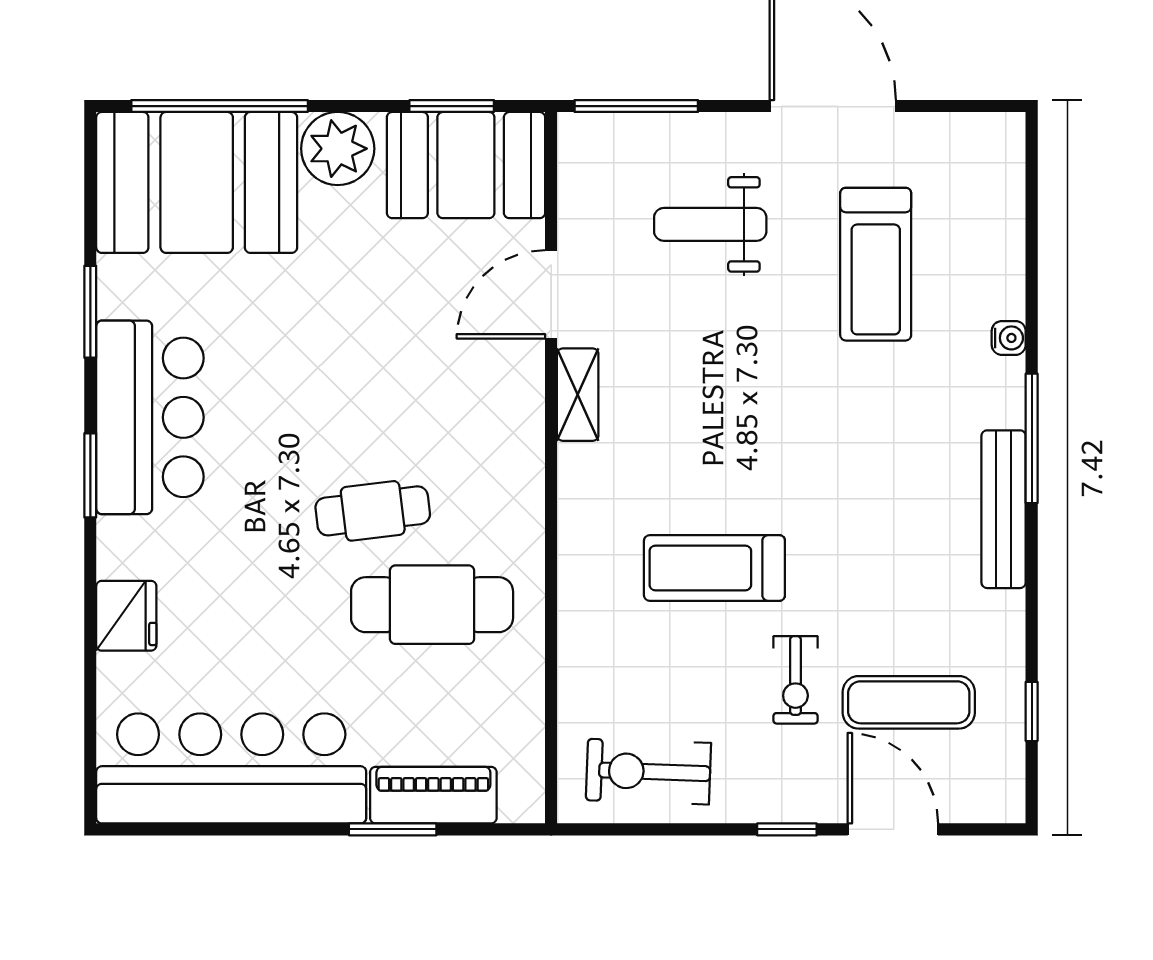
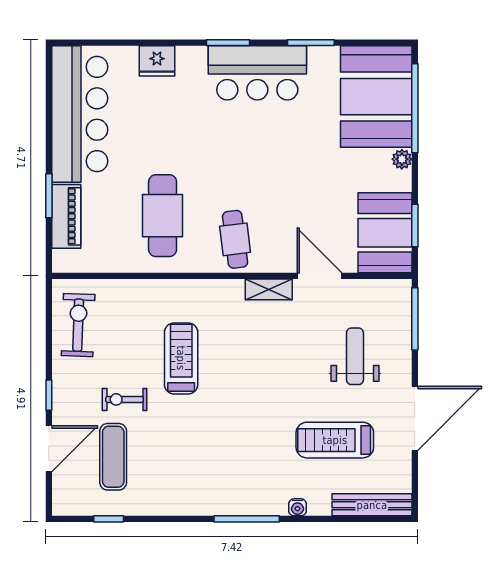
plant: (338, 149) -> (402, 159), width x0.53, depth x0.53
bench: (1004, 509) -> (372, 505), moved
cafe table: (373, 511) -> (235, 239), moved

